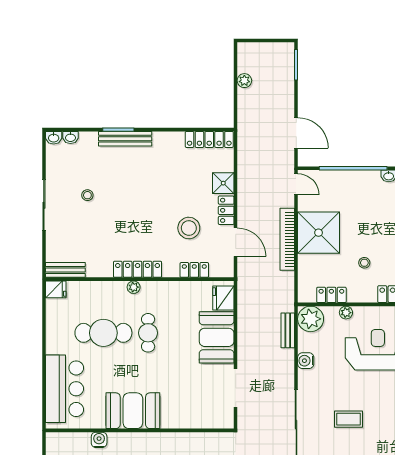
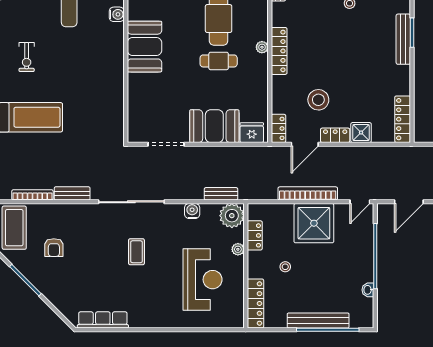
locker: (194, 270) -> (278, 128), moved

